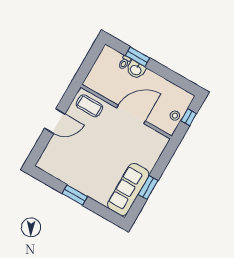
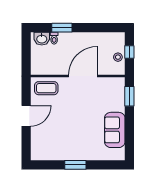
washbasin: (136, 70) -> (42, 39), moved
window: (148, 188) -> (129, 96), moved
sofa: (128, 189) -> (115, 130), width x0.73

